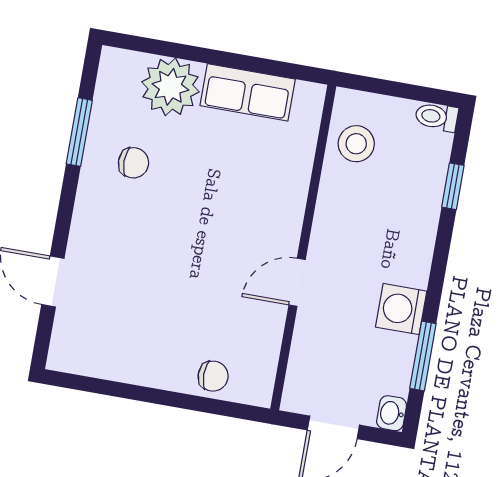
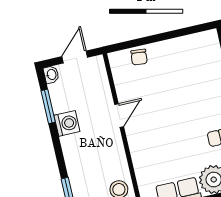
chair: (213, 376) -> (139, 57), turned -84

